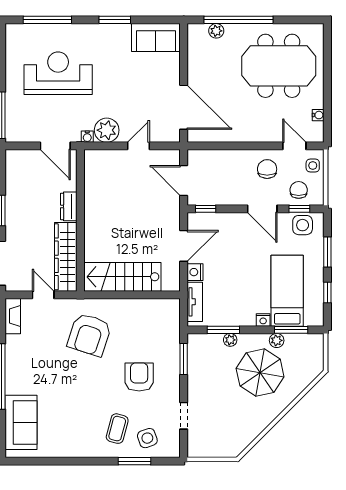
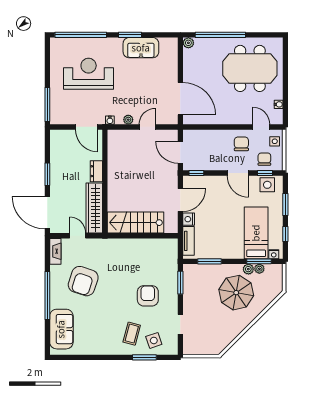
window: (47, 20) -> (81, 35), width x1.46
plant: (216, 31) -> (188, 43), moved
sofa: (156, 37) -> (141, 48), moved
plant: (107, 130) -> (128, 120), width x0.53, depth x0.53
nightstand: (263, 320) -> (274, 254), moved
armchair: (89, 335) -> (83, 281), moved
plant: (230, 340) -> (259, 269), moved

